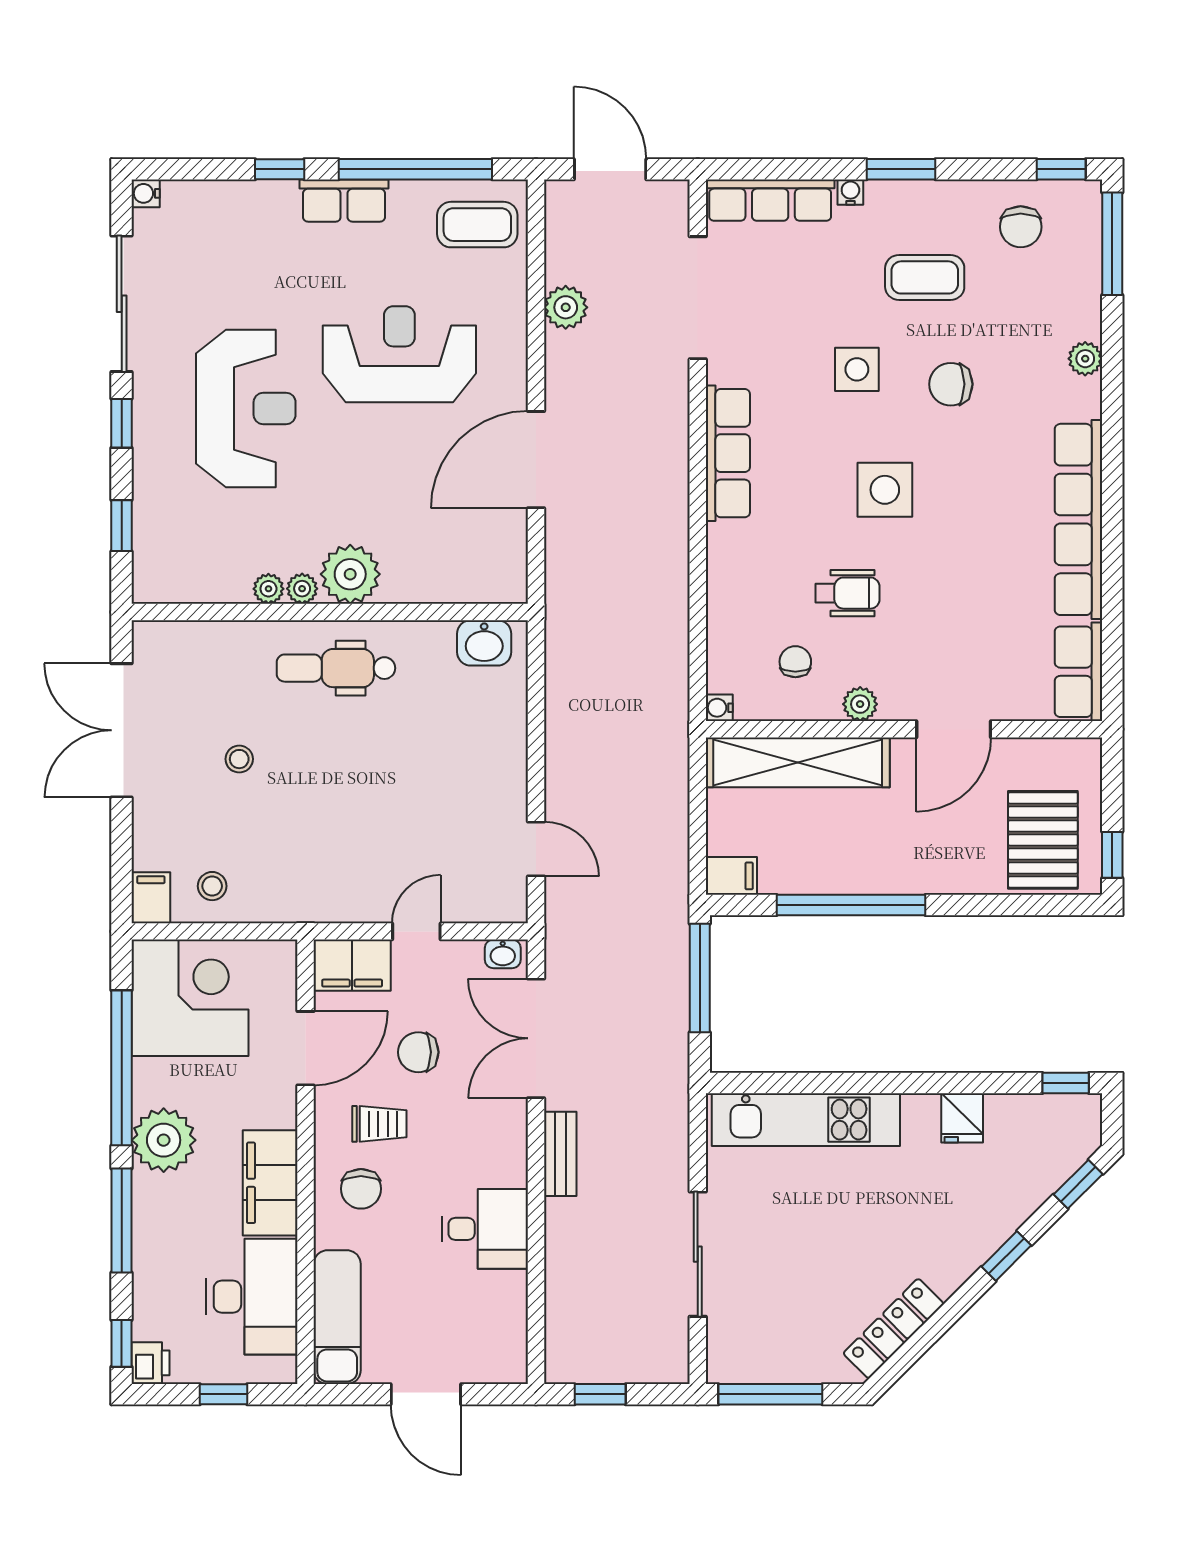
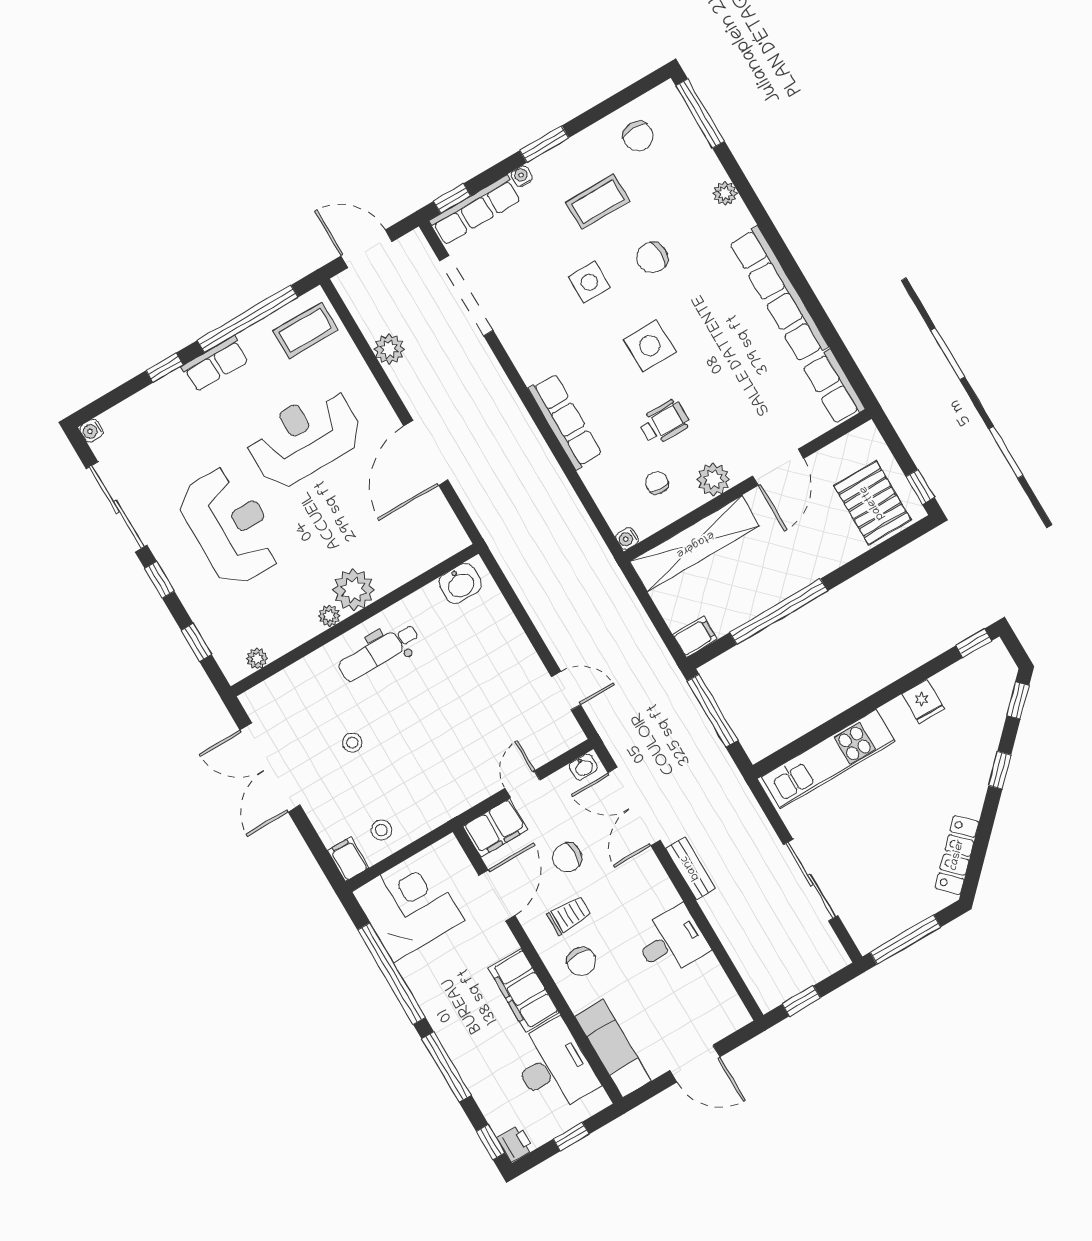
window: (1061, 169) -> (452, 198), moved
row of seats: (728, 453) -> (565, 421), moved
plant: (268, 589) -> (257, 659), moved
plant: (860, 704) -> (713, 479), width x1.38, depth x1.38
plant: (164, 1140) -> (443, 1003), removed

